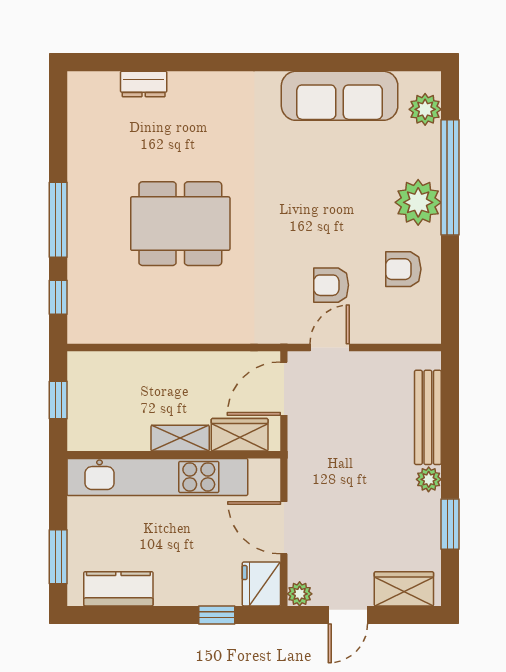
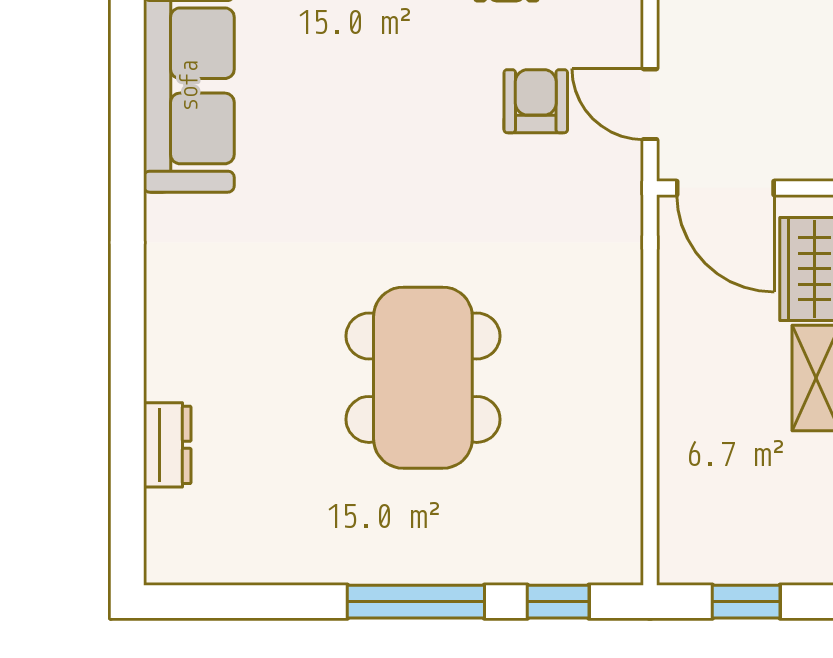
armchair: (331, 285) -> (536, 101), turned 180

